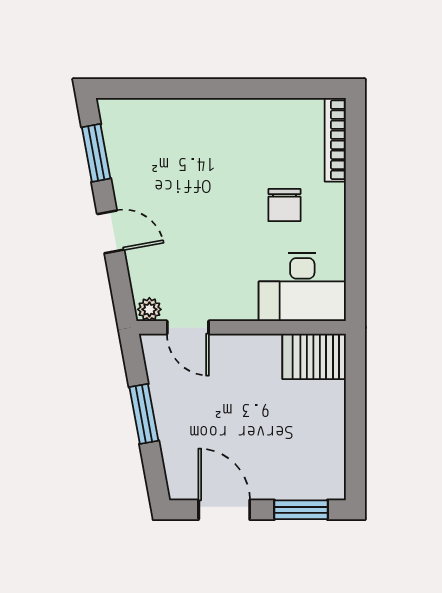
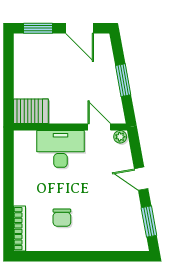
chair: (284, 205) -> (62, 218), moved, turned 180
desk: (302, 287) -> (60, 149), moved

